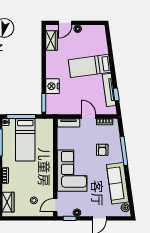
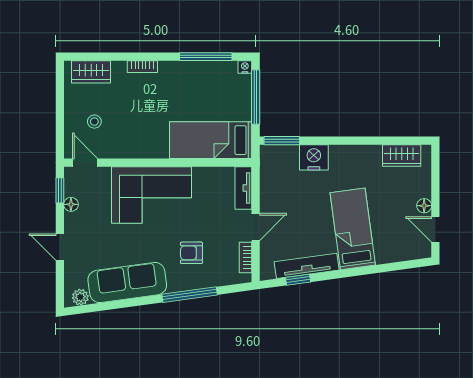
door: (65, 23) -> (435, 229), moved
bed: (25, 140) -> (211, 140), moved

